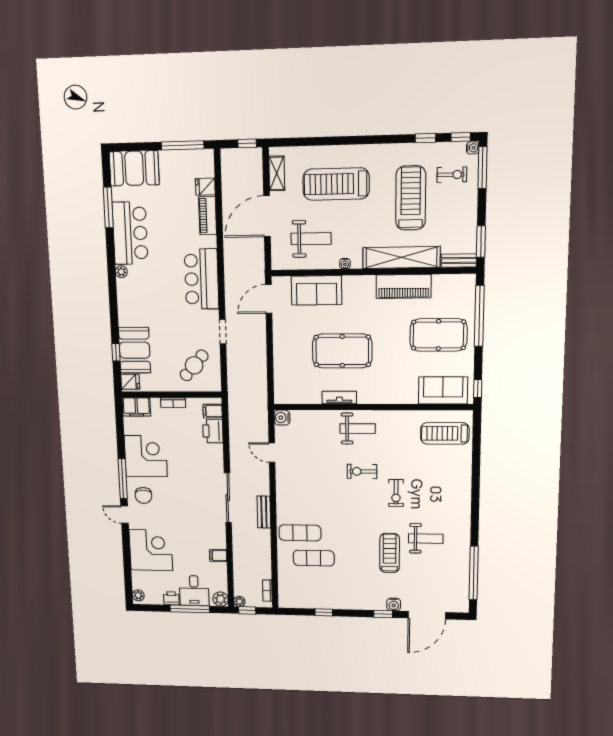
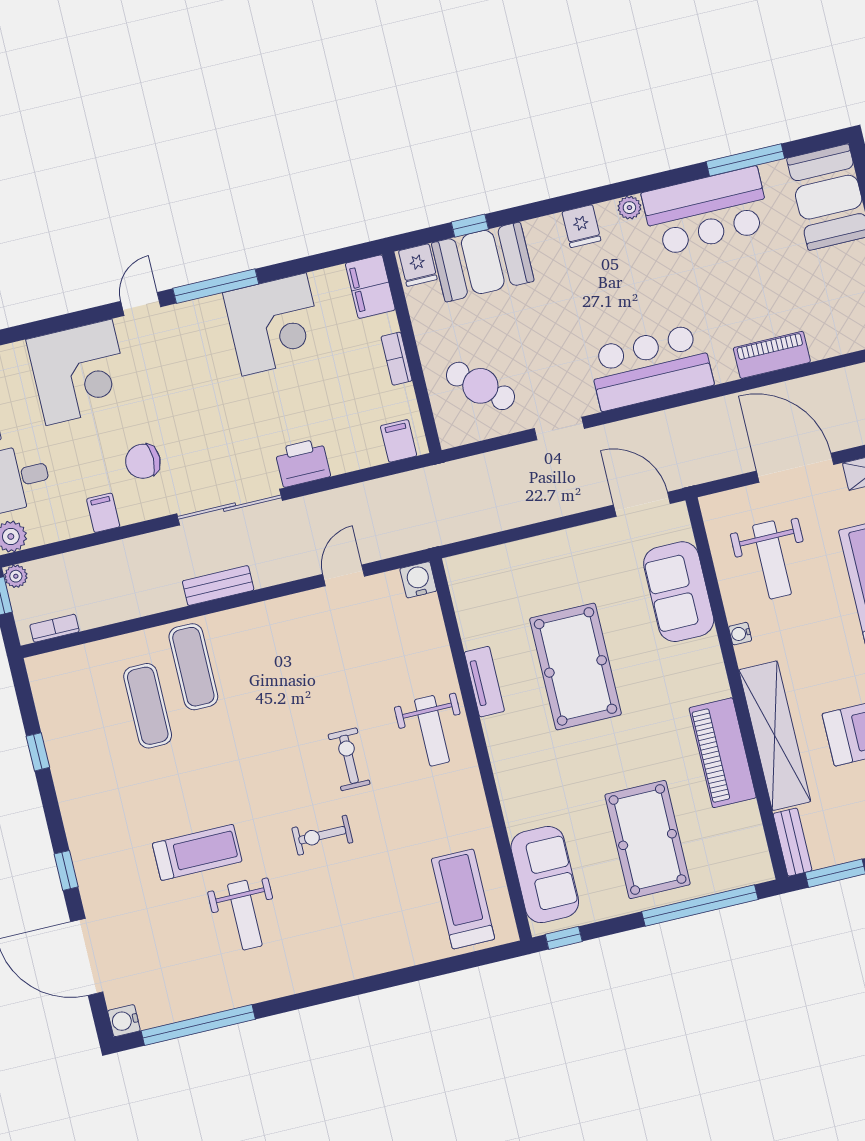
fridge: (205, 187) -> (581, 226), moved, turned 180
printer: (213, 431) -> (303, 463), moved
chair: (143, 495) -> (143, 461), moved
water cooler: (394, 604) -> (124, 1021), moved

